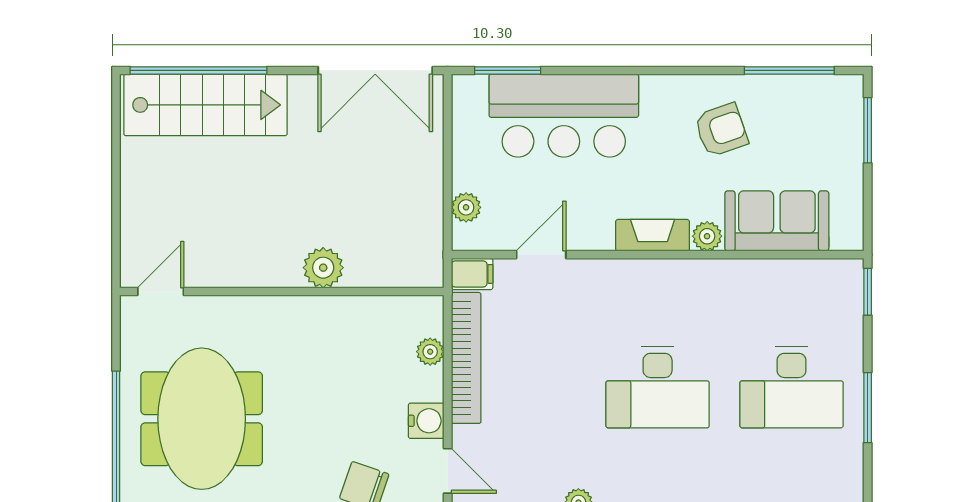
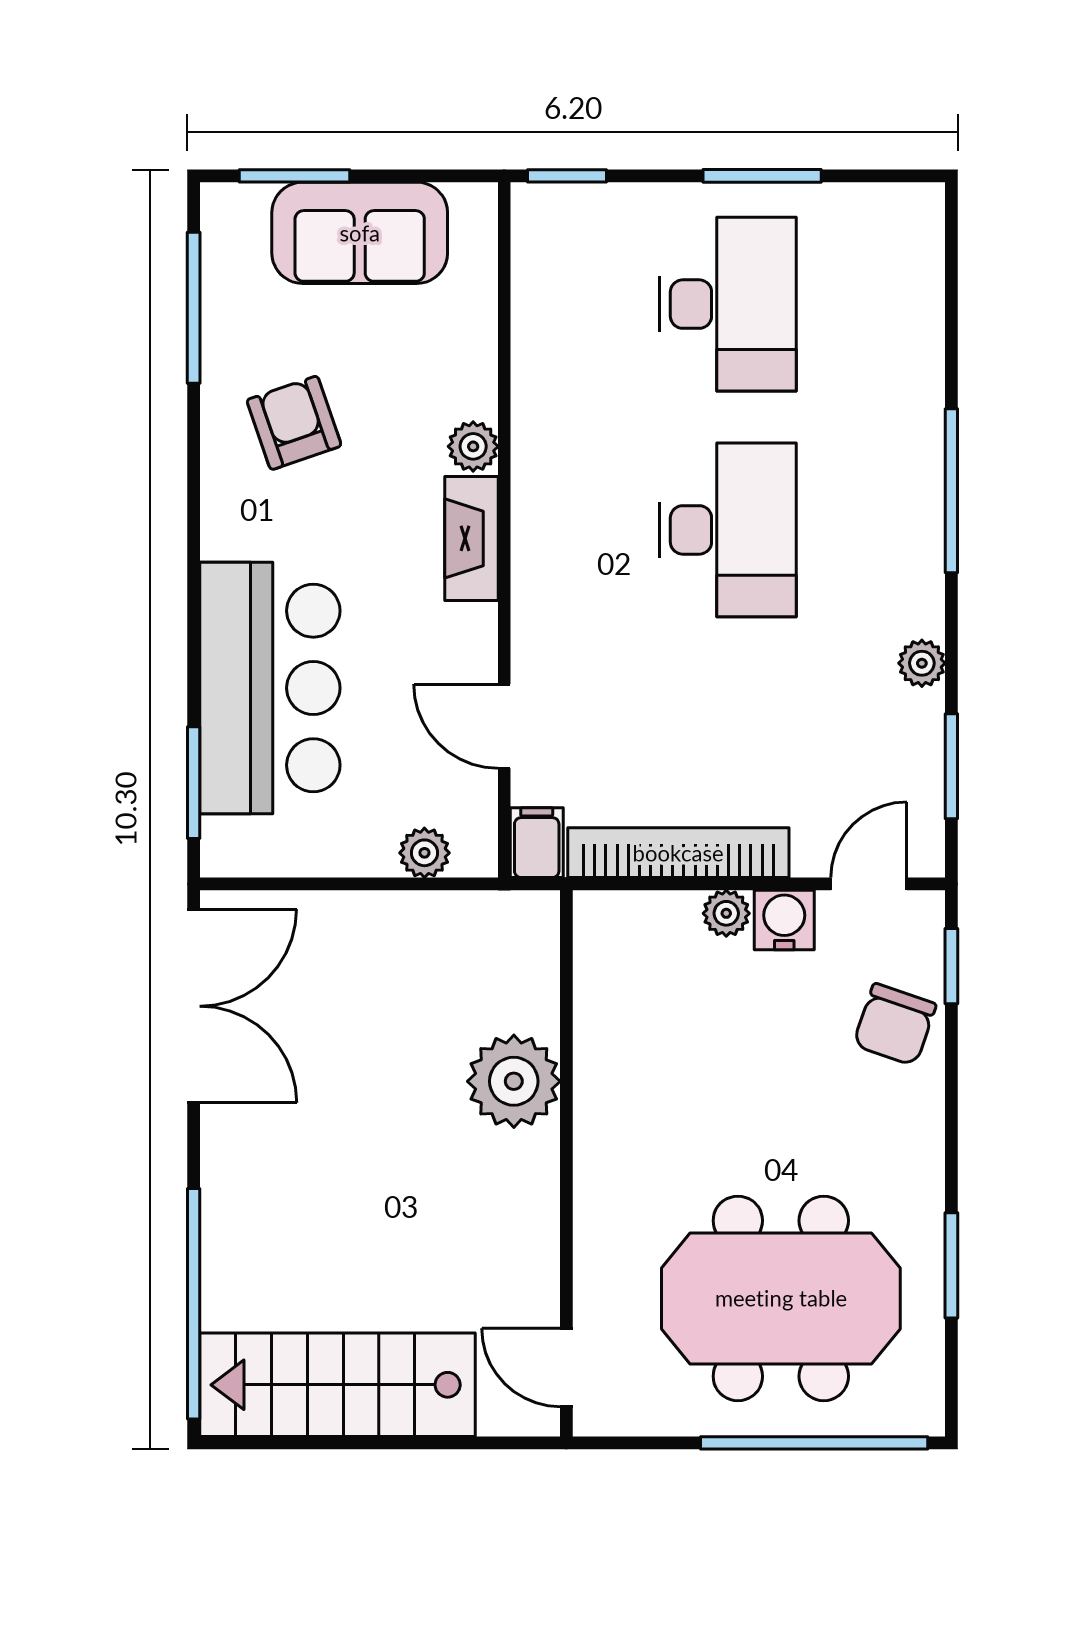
stairs: (205, 105) -> (338, 1385), moved, turned -90
sofa: (777, 221) -> (360, 233), moved, turned -90
plant: (323, 268) -> (514, 1081), width x1.36, depth x1.36
plant: (430, 352) -> (726, 913), moved

